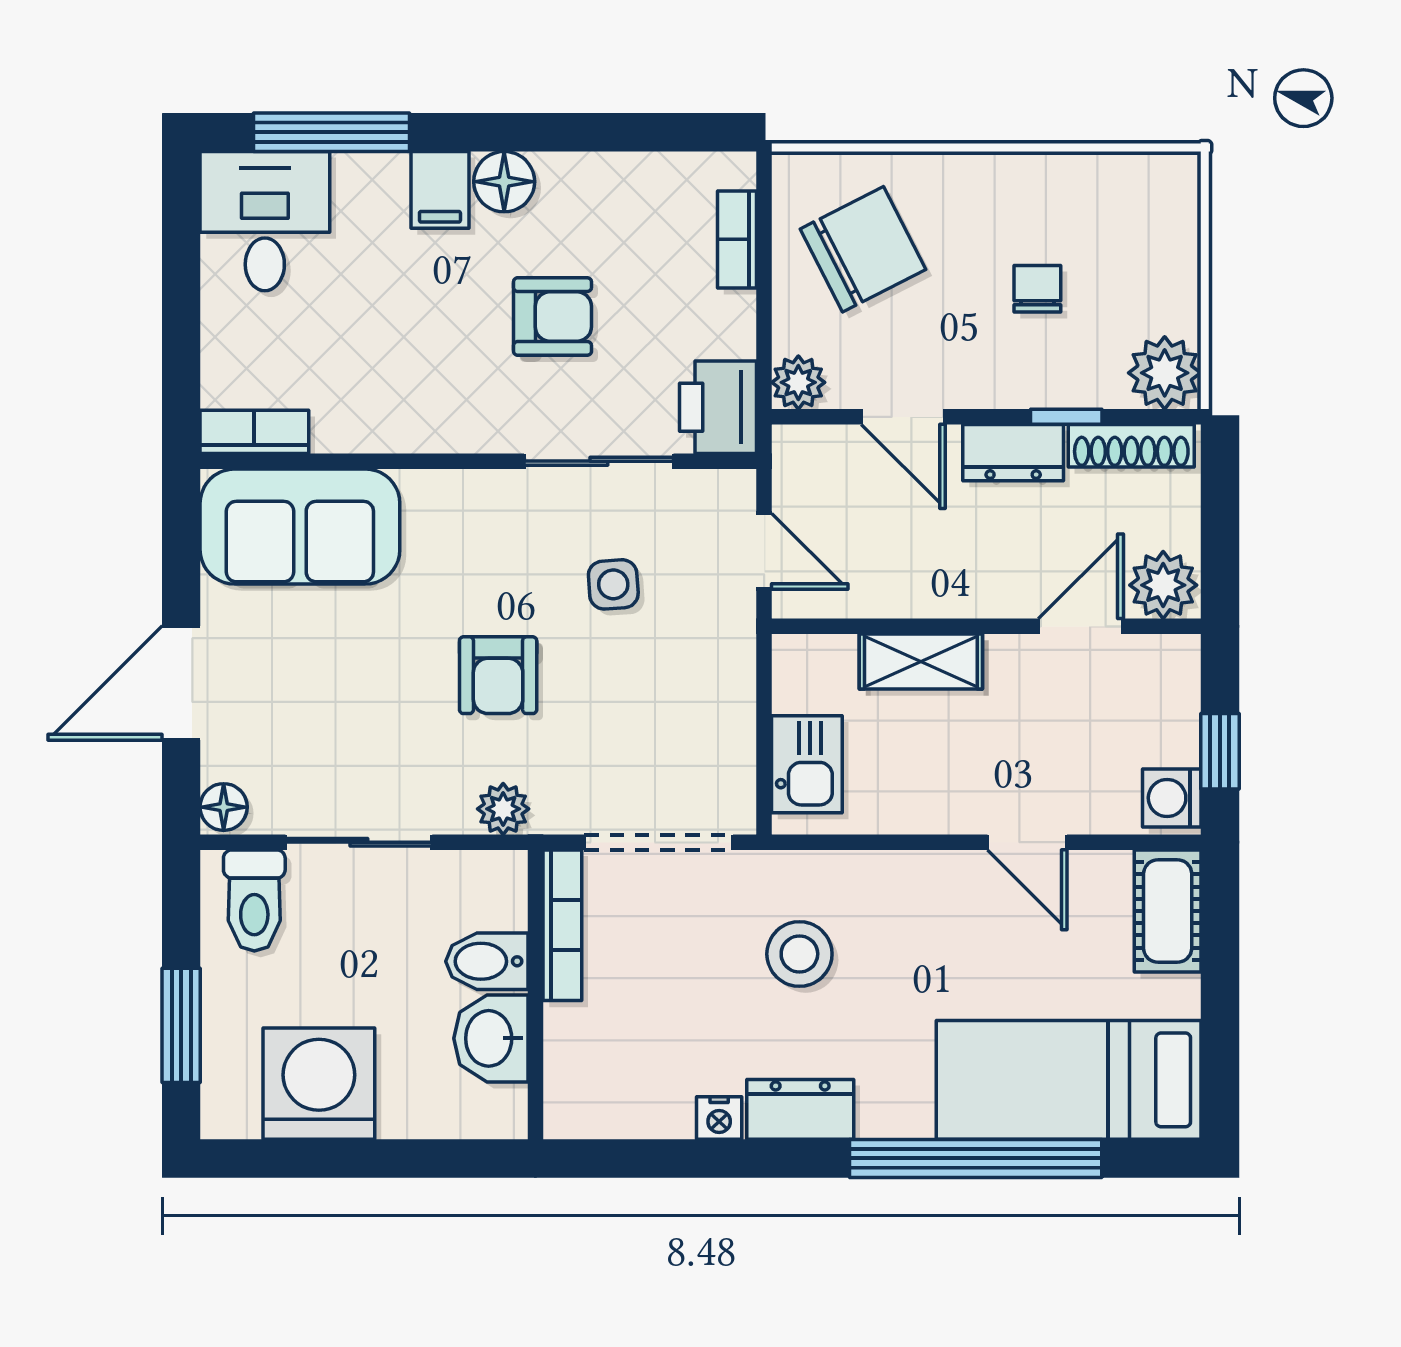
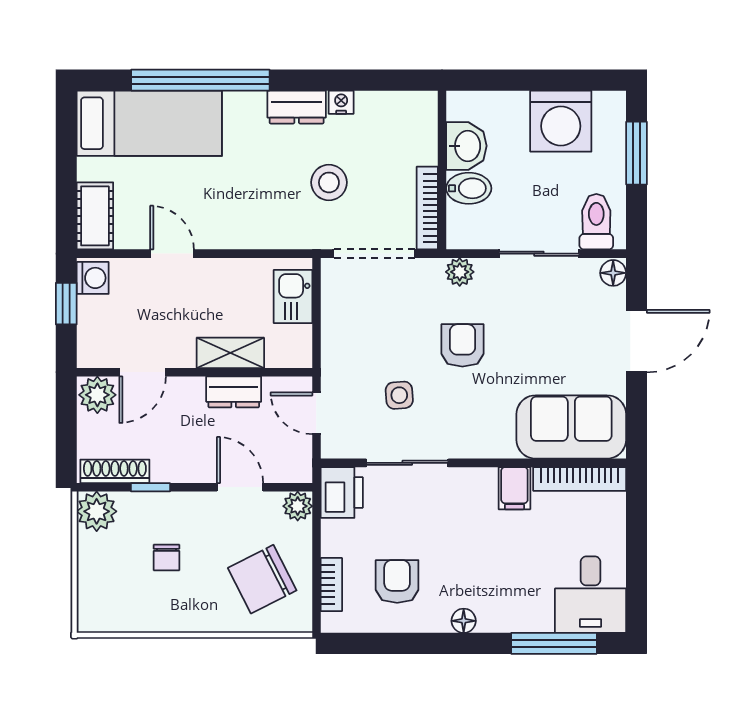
floor lamp: (504, 182) -> (464, 621), width x0.73, depth x0.73
filing cabinet: (440, 190) -> (514, 488), moved, turned 180
armchair: (552, 317) -> (397, 581), moved, turned 90
bookcase: (254, 432) -> (580, 479), width x1.56
dresser: (1013, 453) -> (234, 392), moved, turned 180
stool: (799, 954) -> (329, 182), moved

